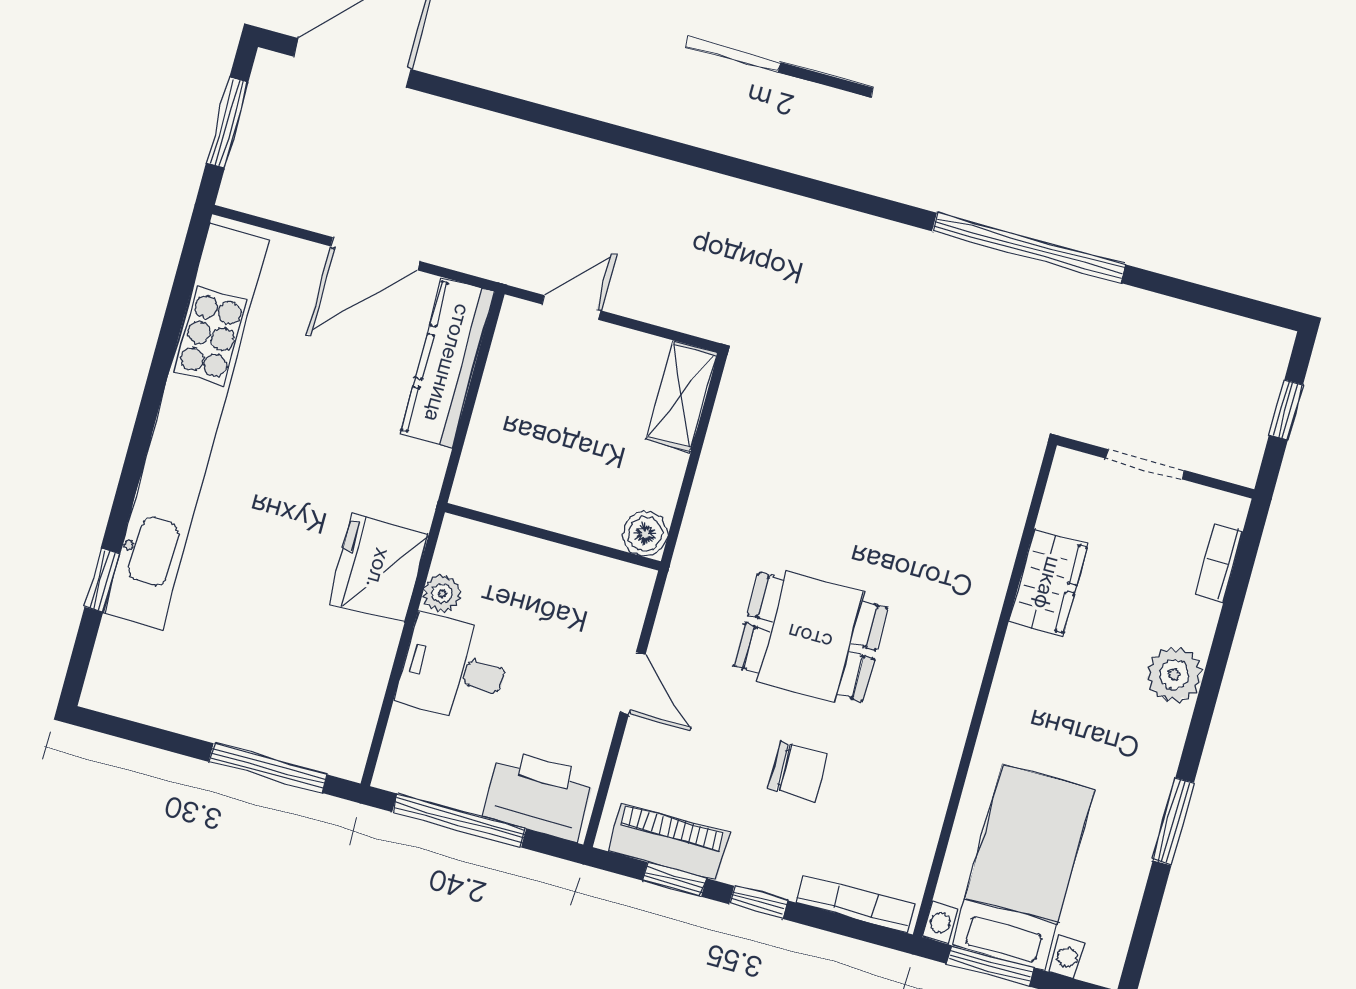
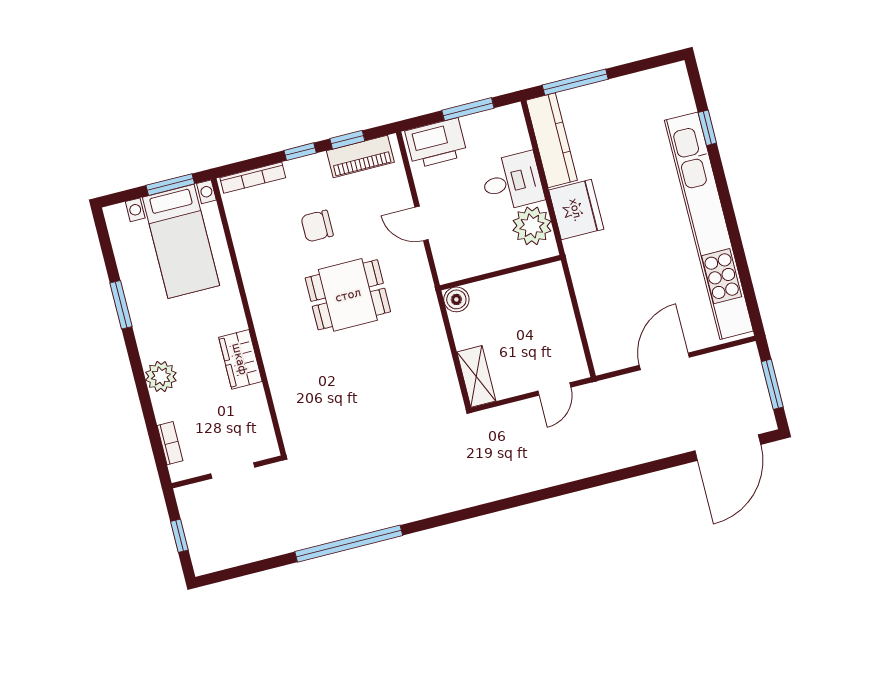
kitchen counter: (448, 363) -> (552, 140), moved
wardrobe: (1048, 583) -> (240, 359), moved
plant: (442, 594) -> (532, 226), width x1.88, depth x1.88
window: (459, 820) -> (468, 109), width x0.69

